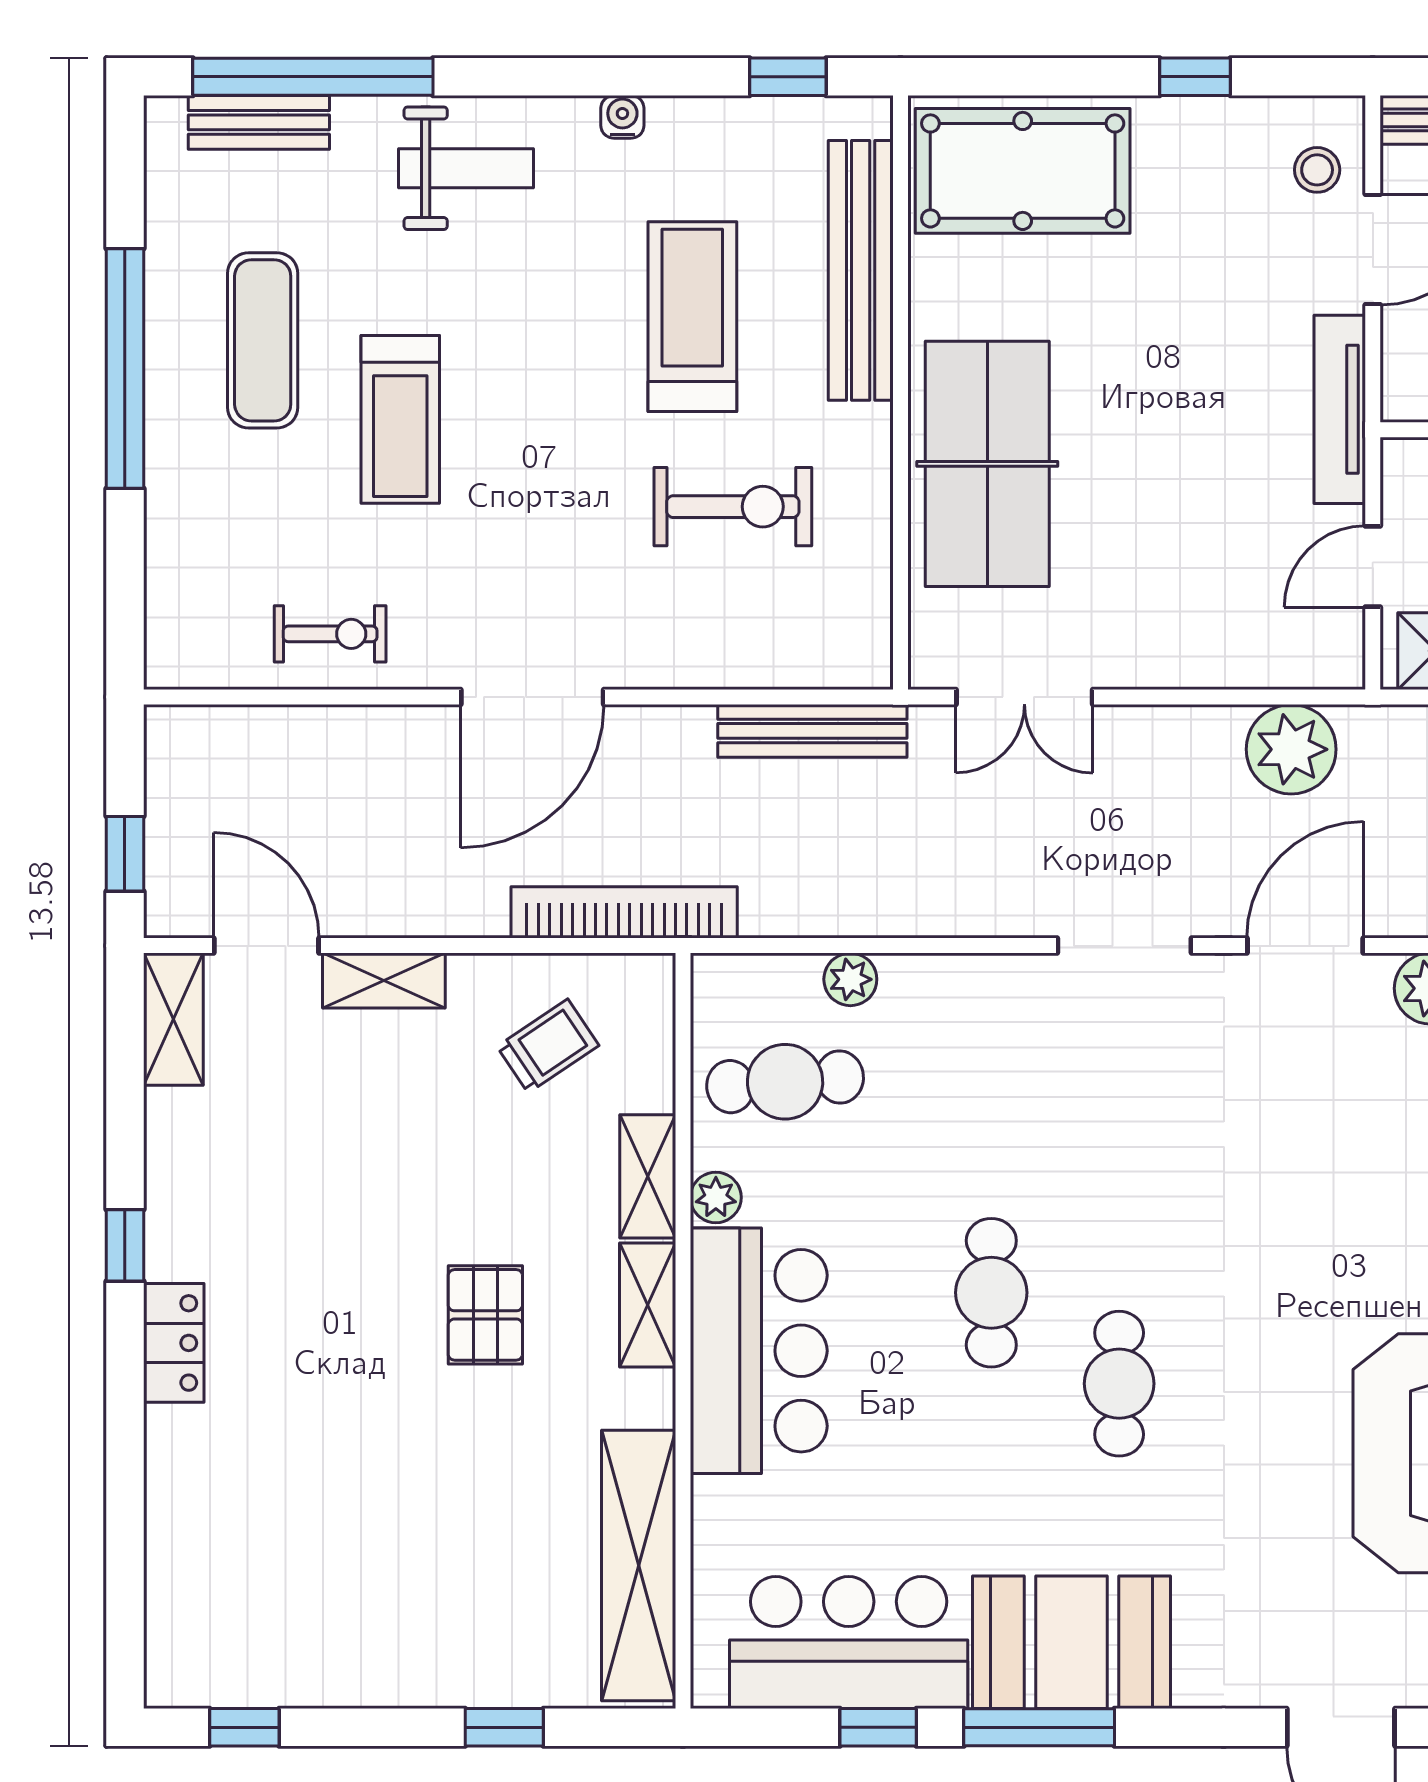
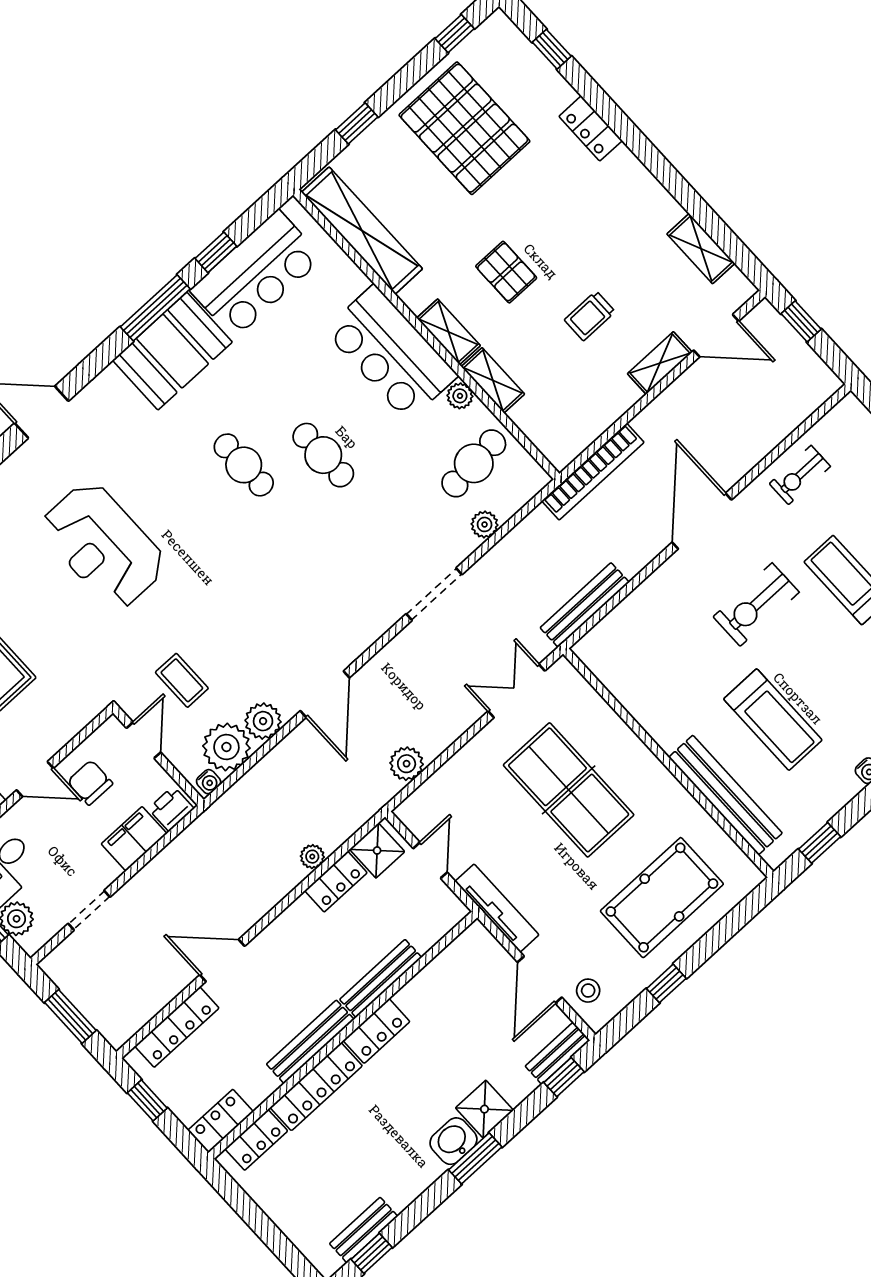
pool table: (1023, 171) -> (662, 898), moved
table tennis table: (987, 464) -> (569, 790), moved
exercise bike: (733, 507) -> (756, 604), moved
plant: (1291, 749) -> (407, 764), width x0.73, depth x0.73
doorway: (1124, 946) -> (434, 594), moved
shelving: (173, 1019) -> (701, 249), moved
trolley: (548, 1046) -> (590, 316), moved, turned 34
window: (125, 1245) -> (552, 49), moved
locker: (174, 1343) -> (591, 128), moved
pallet: (355, 1578) -> (464, 128), added

